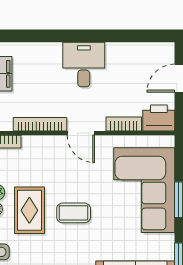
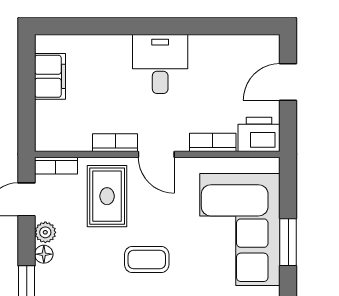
bookcase: (40, 124) -> (115, 143), width x0.64
rug: (29, 210) -> (107, 196), moved

